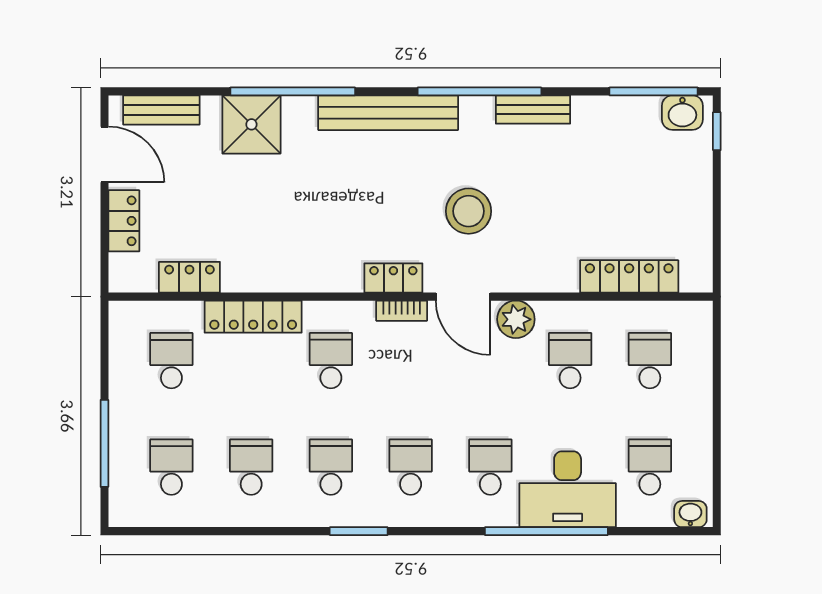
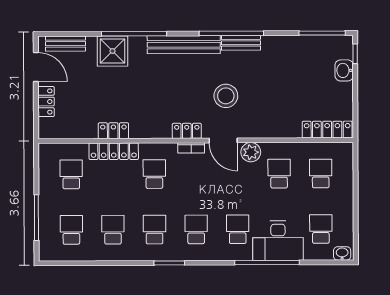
bench: (533, 109) -> (241, 43), moved
washbasin: (682, 113) -> (344, 70), moved, turned 90
locker: (629, 276) -> (327, 130), moved
locker: (189, 277) -> (113, 131), moved

